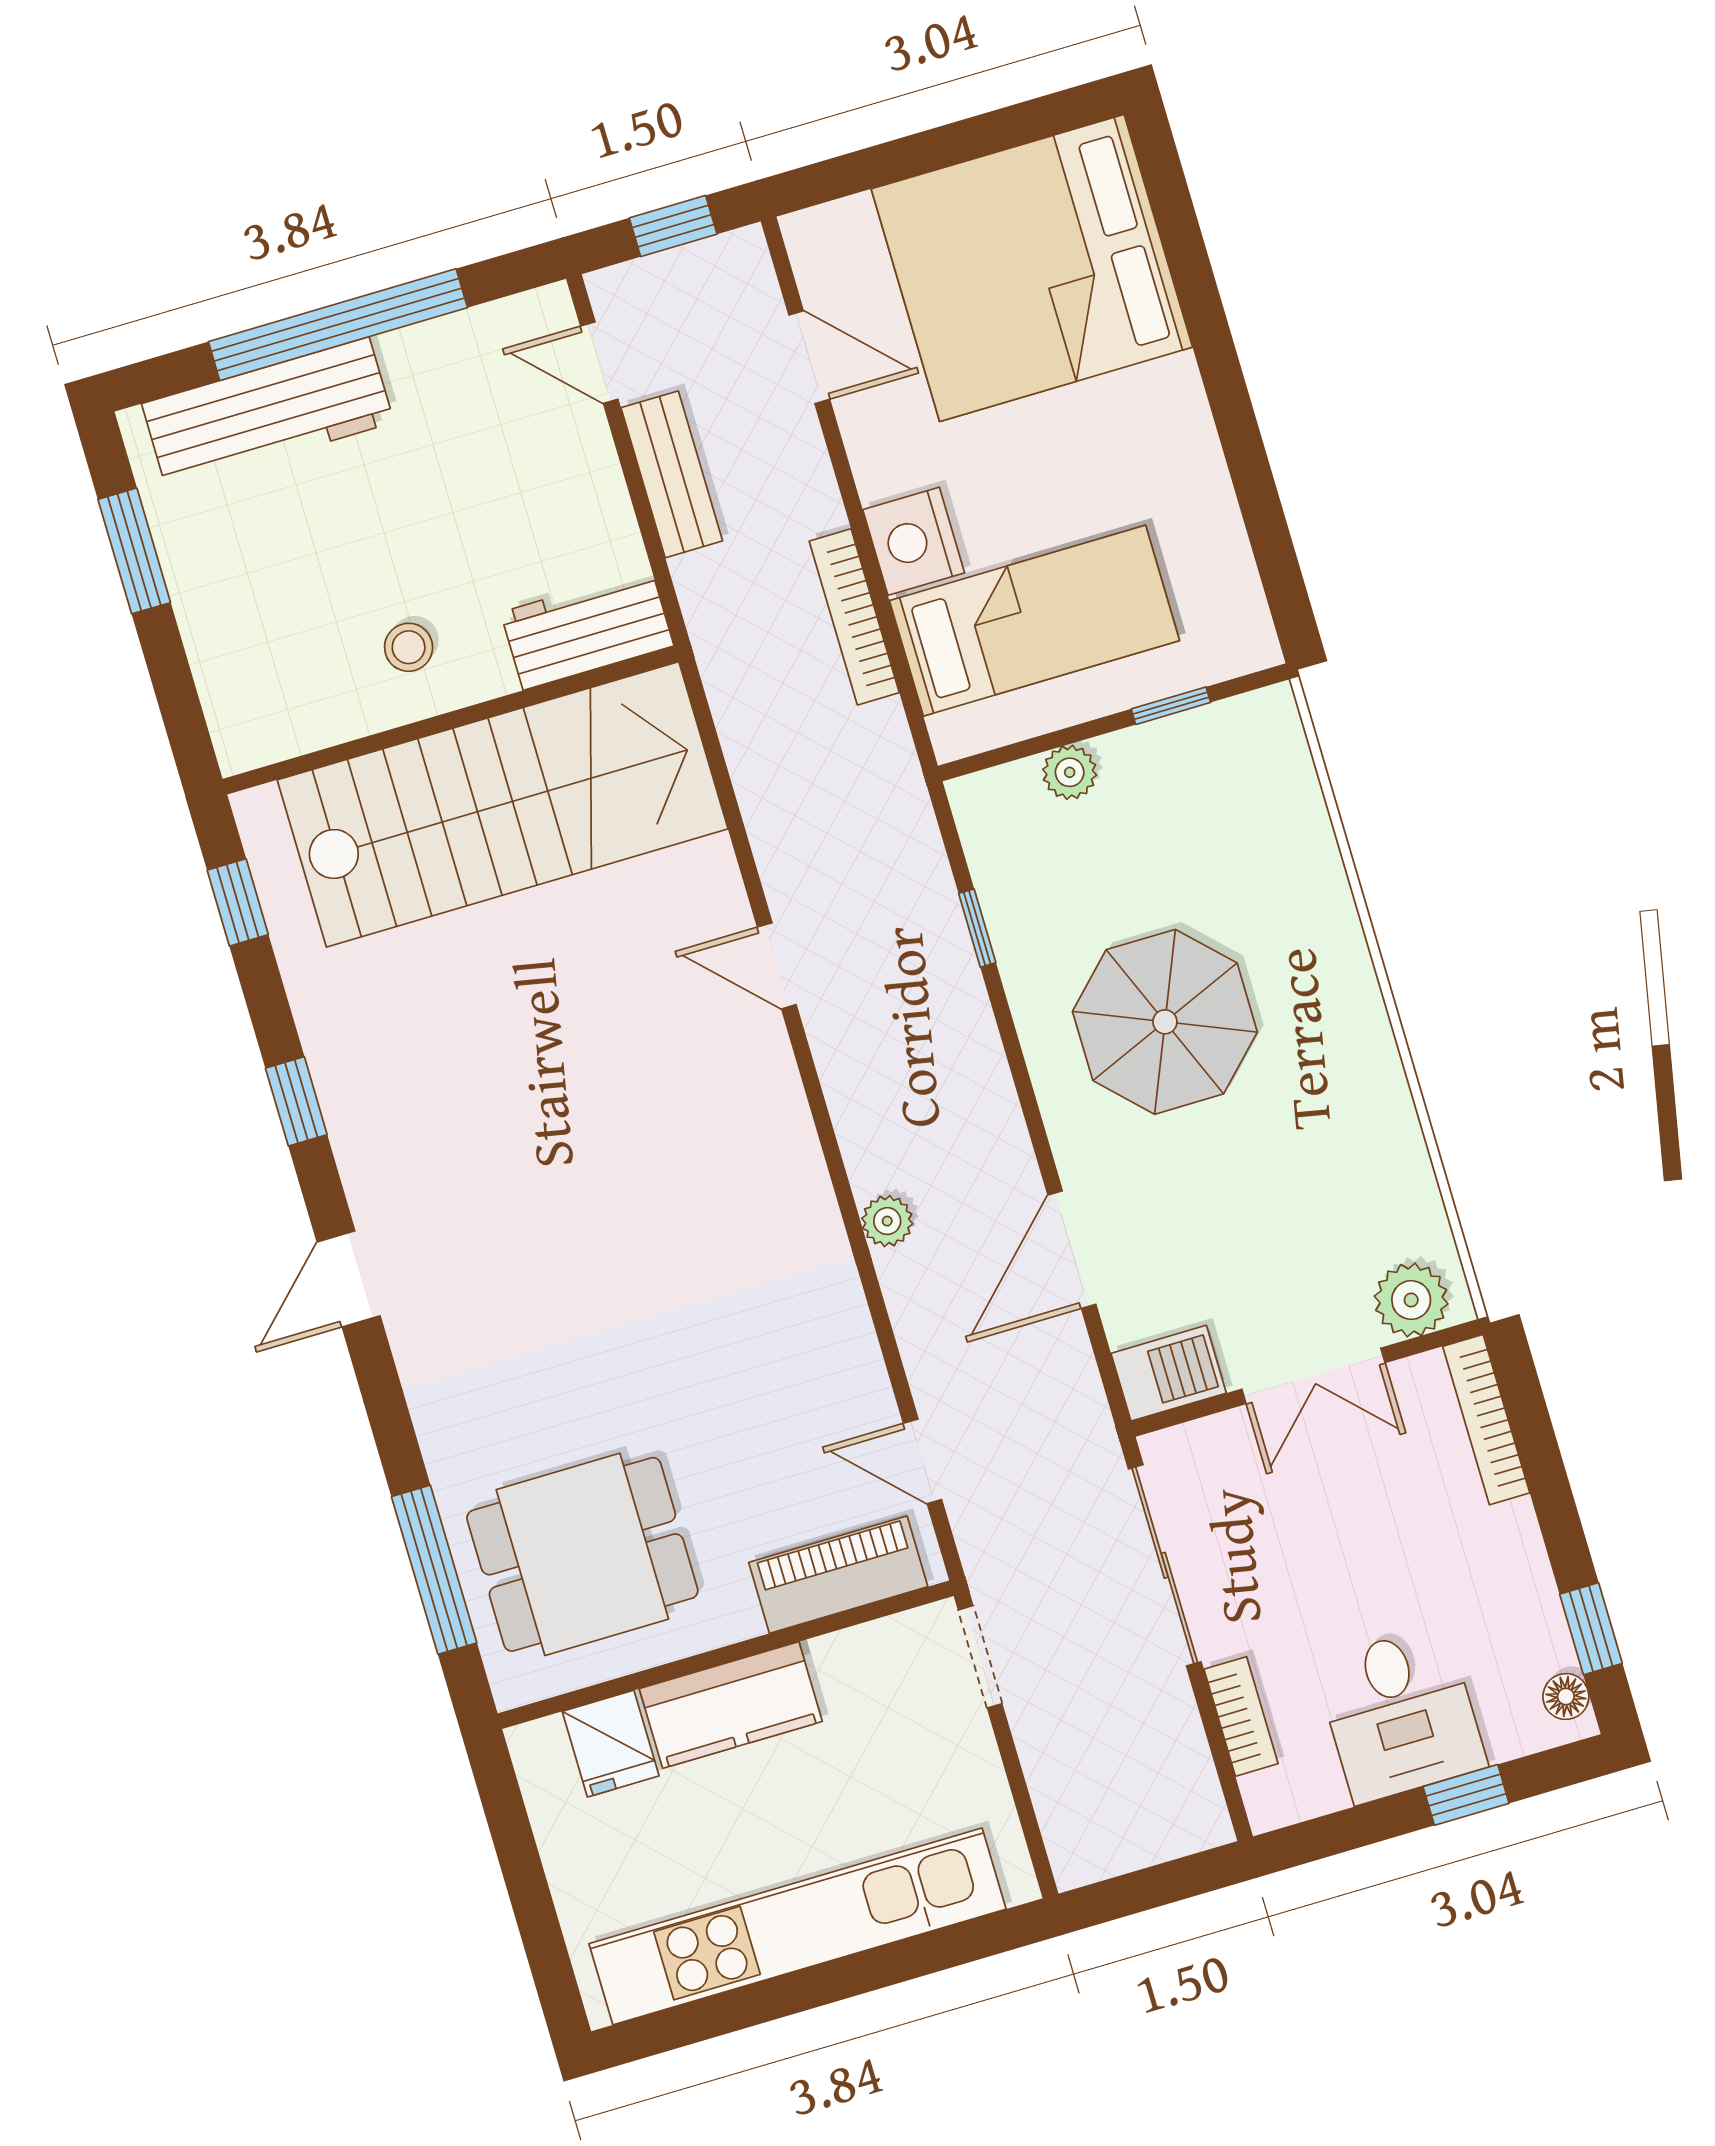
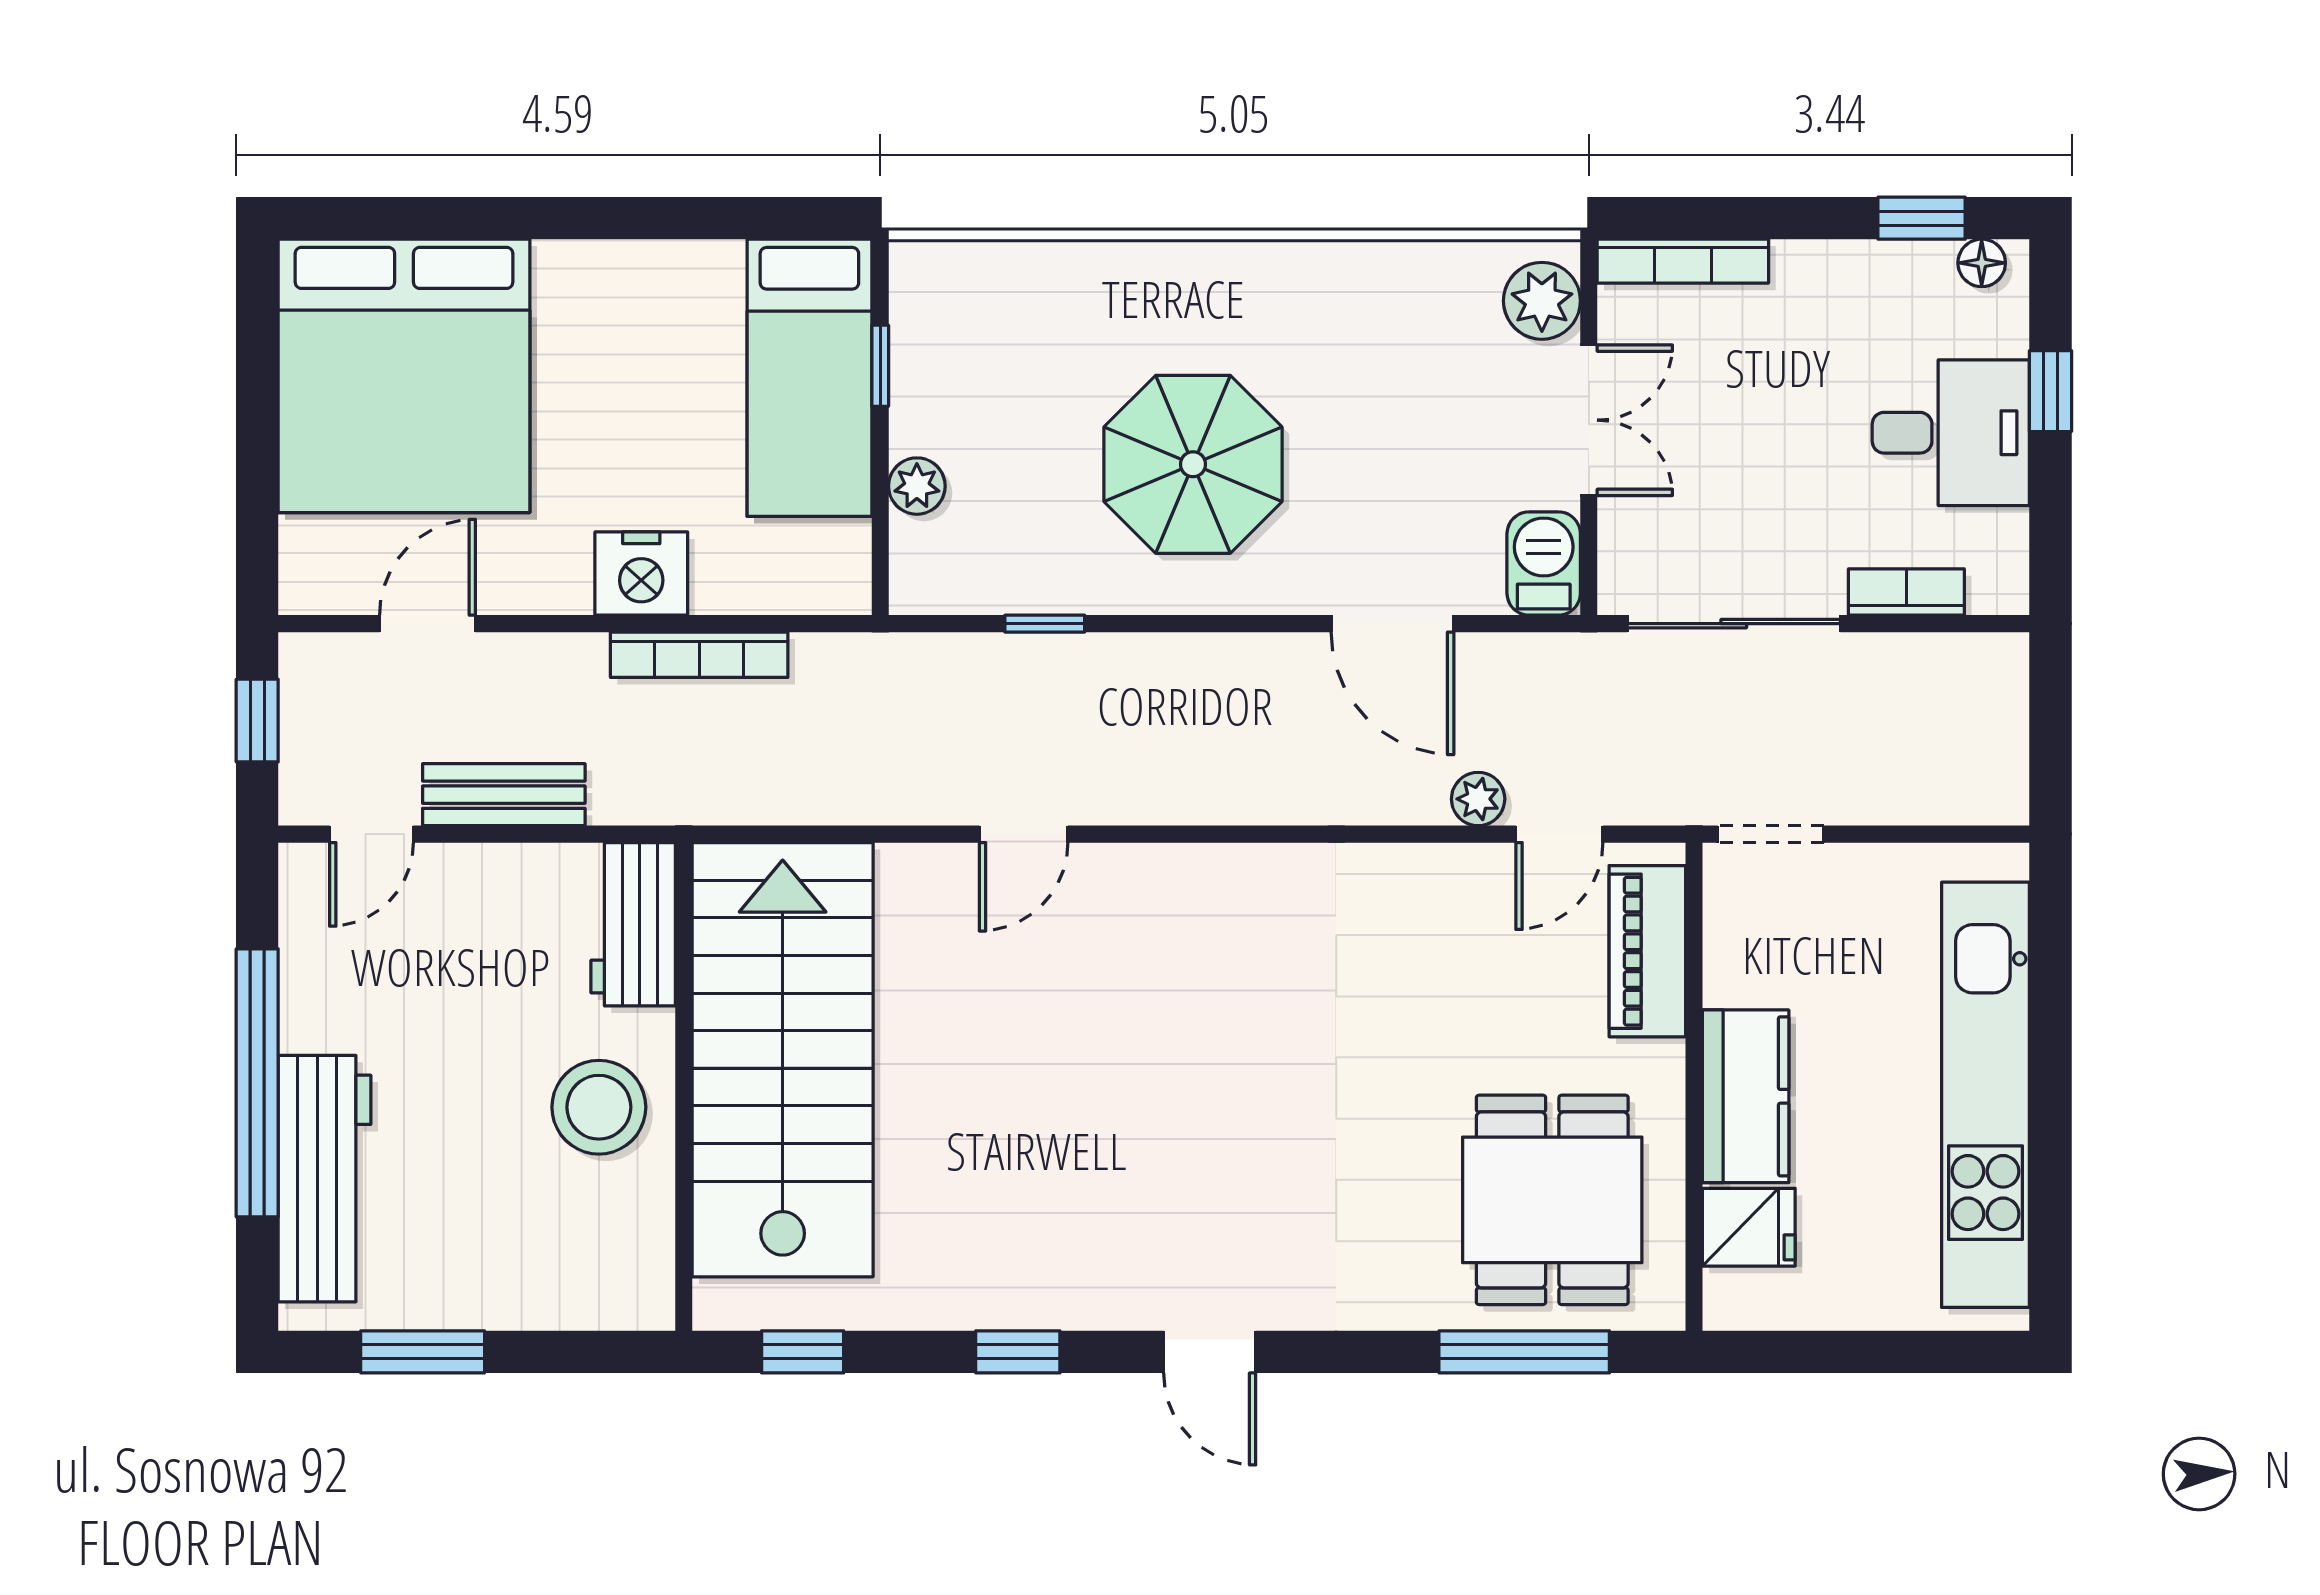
bed: (1034, 621) -> (809, 378), moved, turned 180
stool: (409, 647) -> (599, 1107), width x1.89, depth x1.89
plant: (887, 1221) -> (1478, 799), moved

